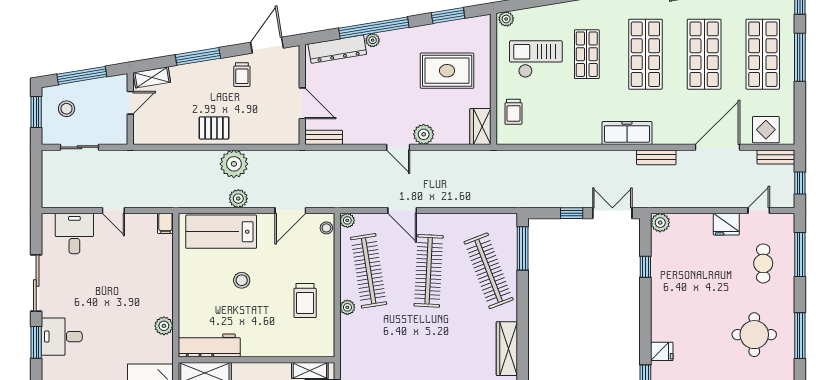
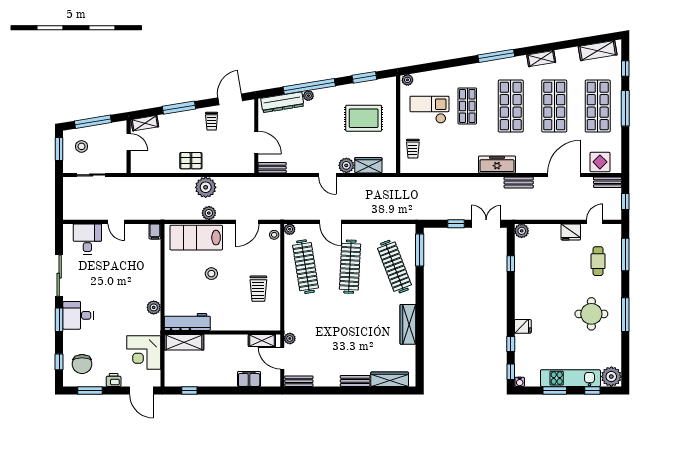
door: (130, 103) -> (129, 142), hinge flipped
wardrobe: (480, 126) -> (368, 165), moved, turned 90
plant: (347, 307) -> (290, 338), moved

